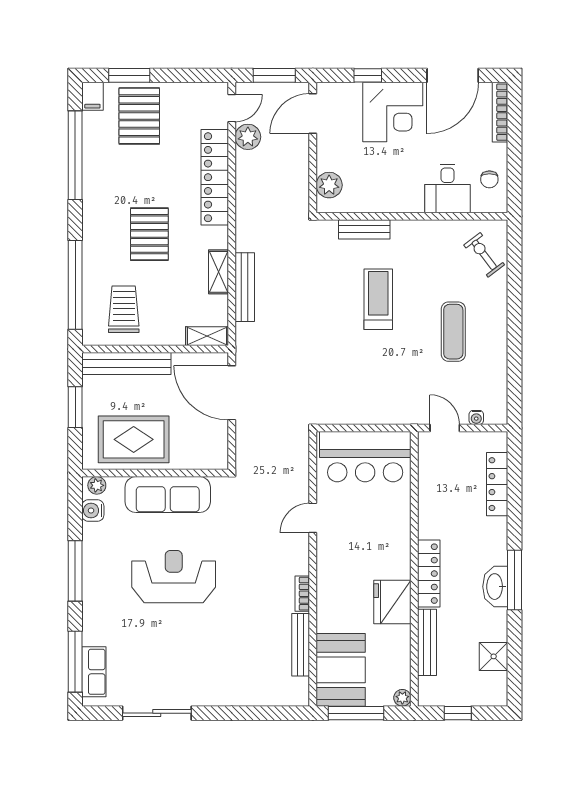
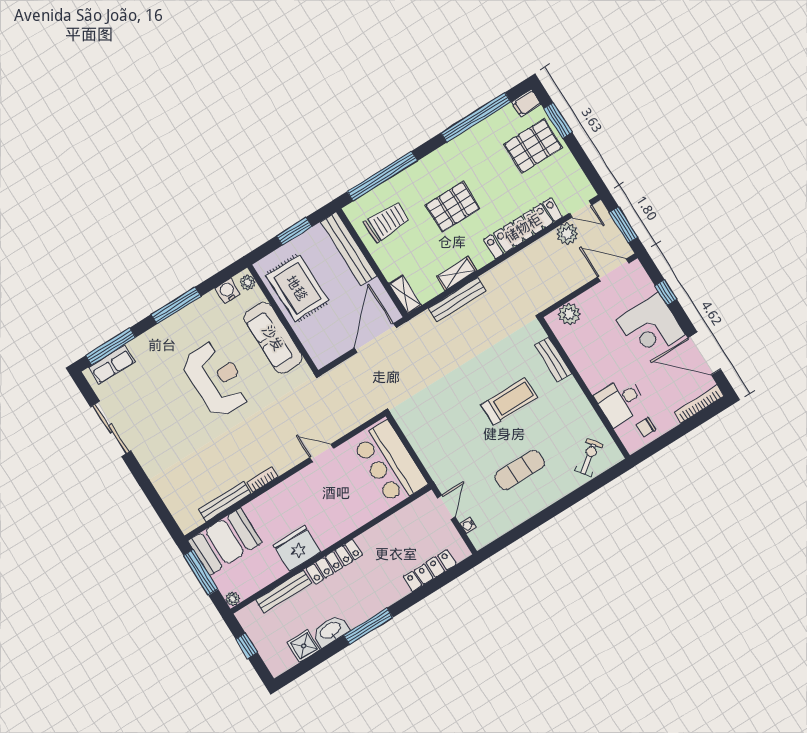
washbasin: (495, 587) -> (331, 631), moved

